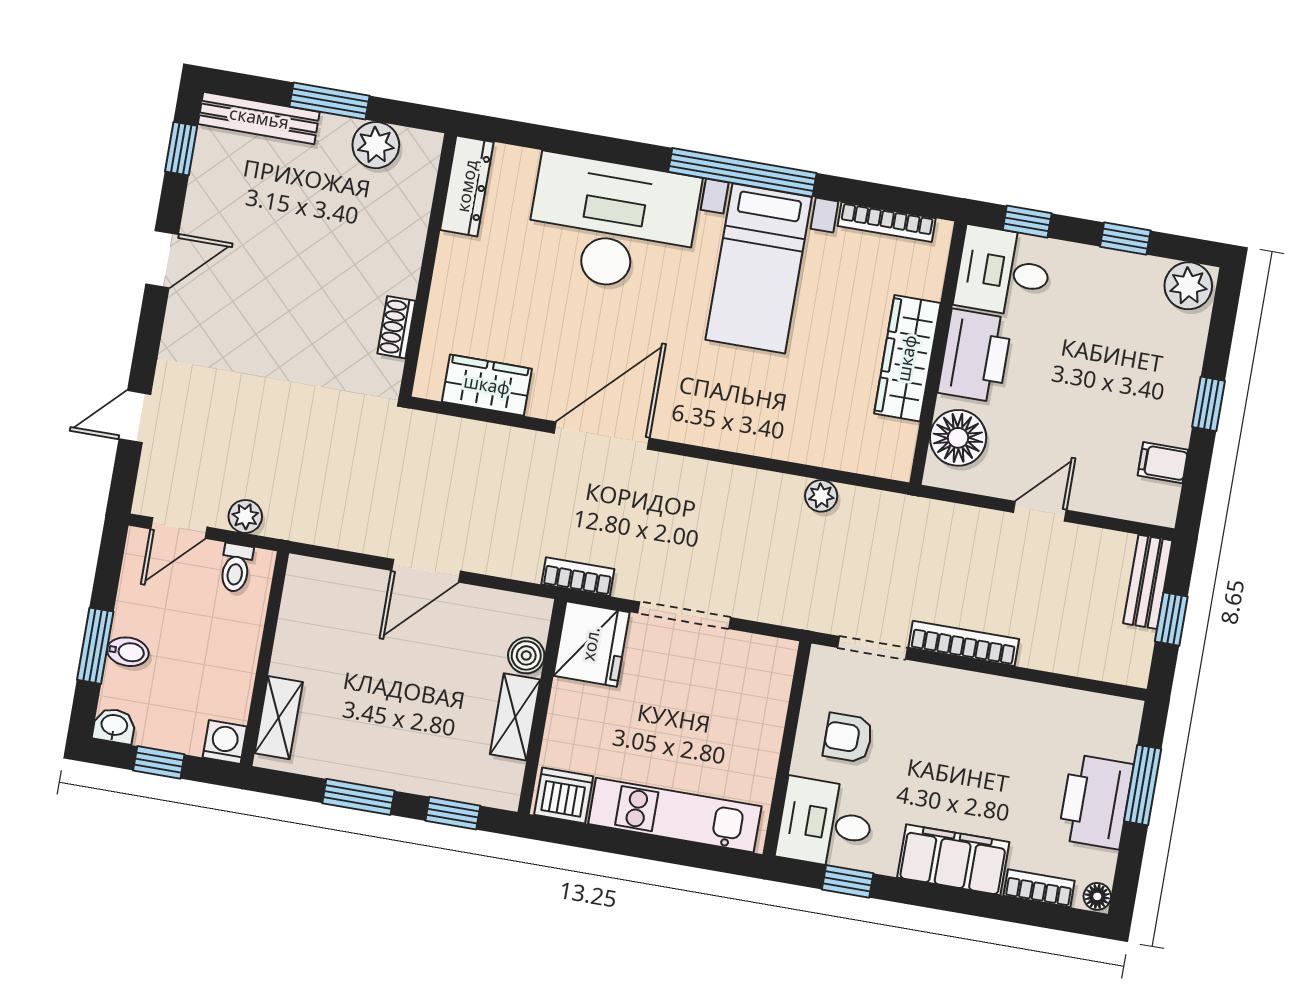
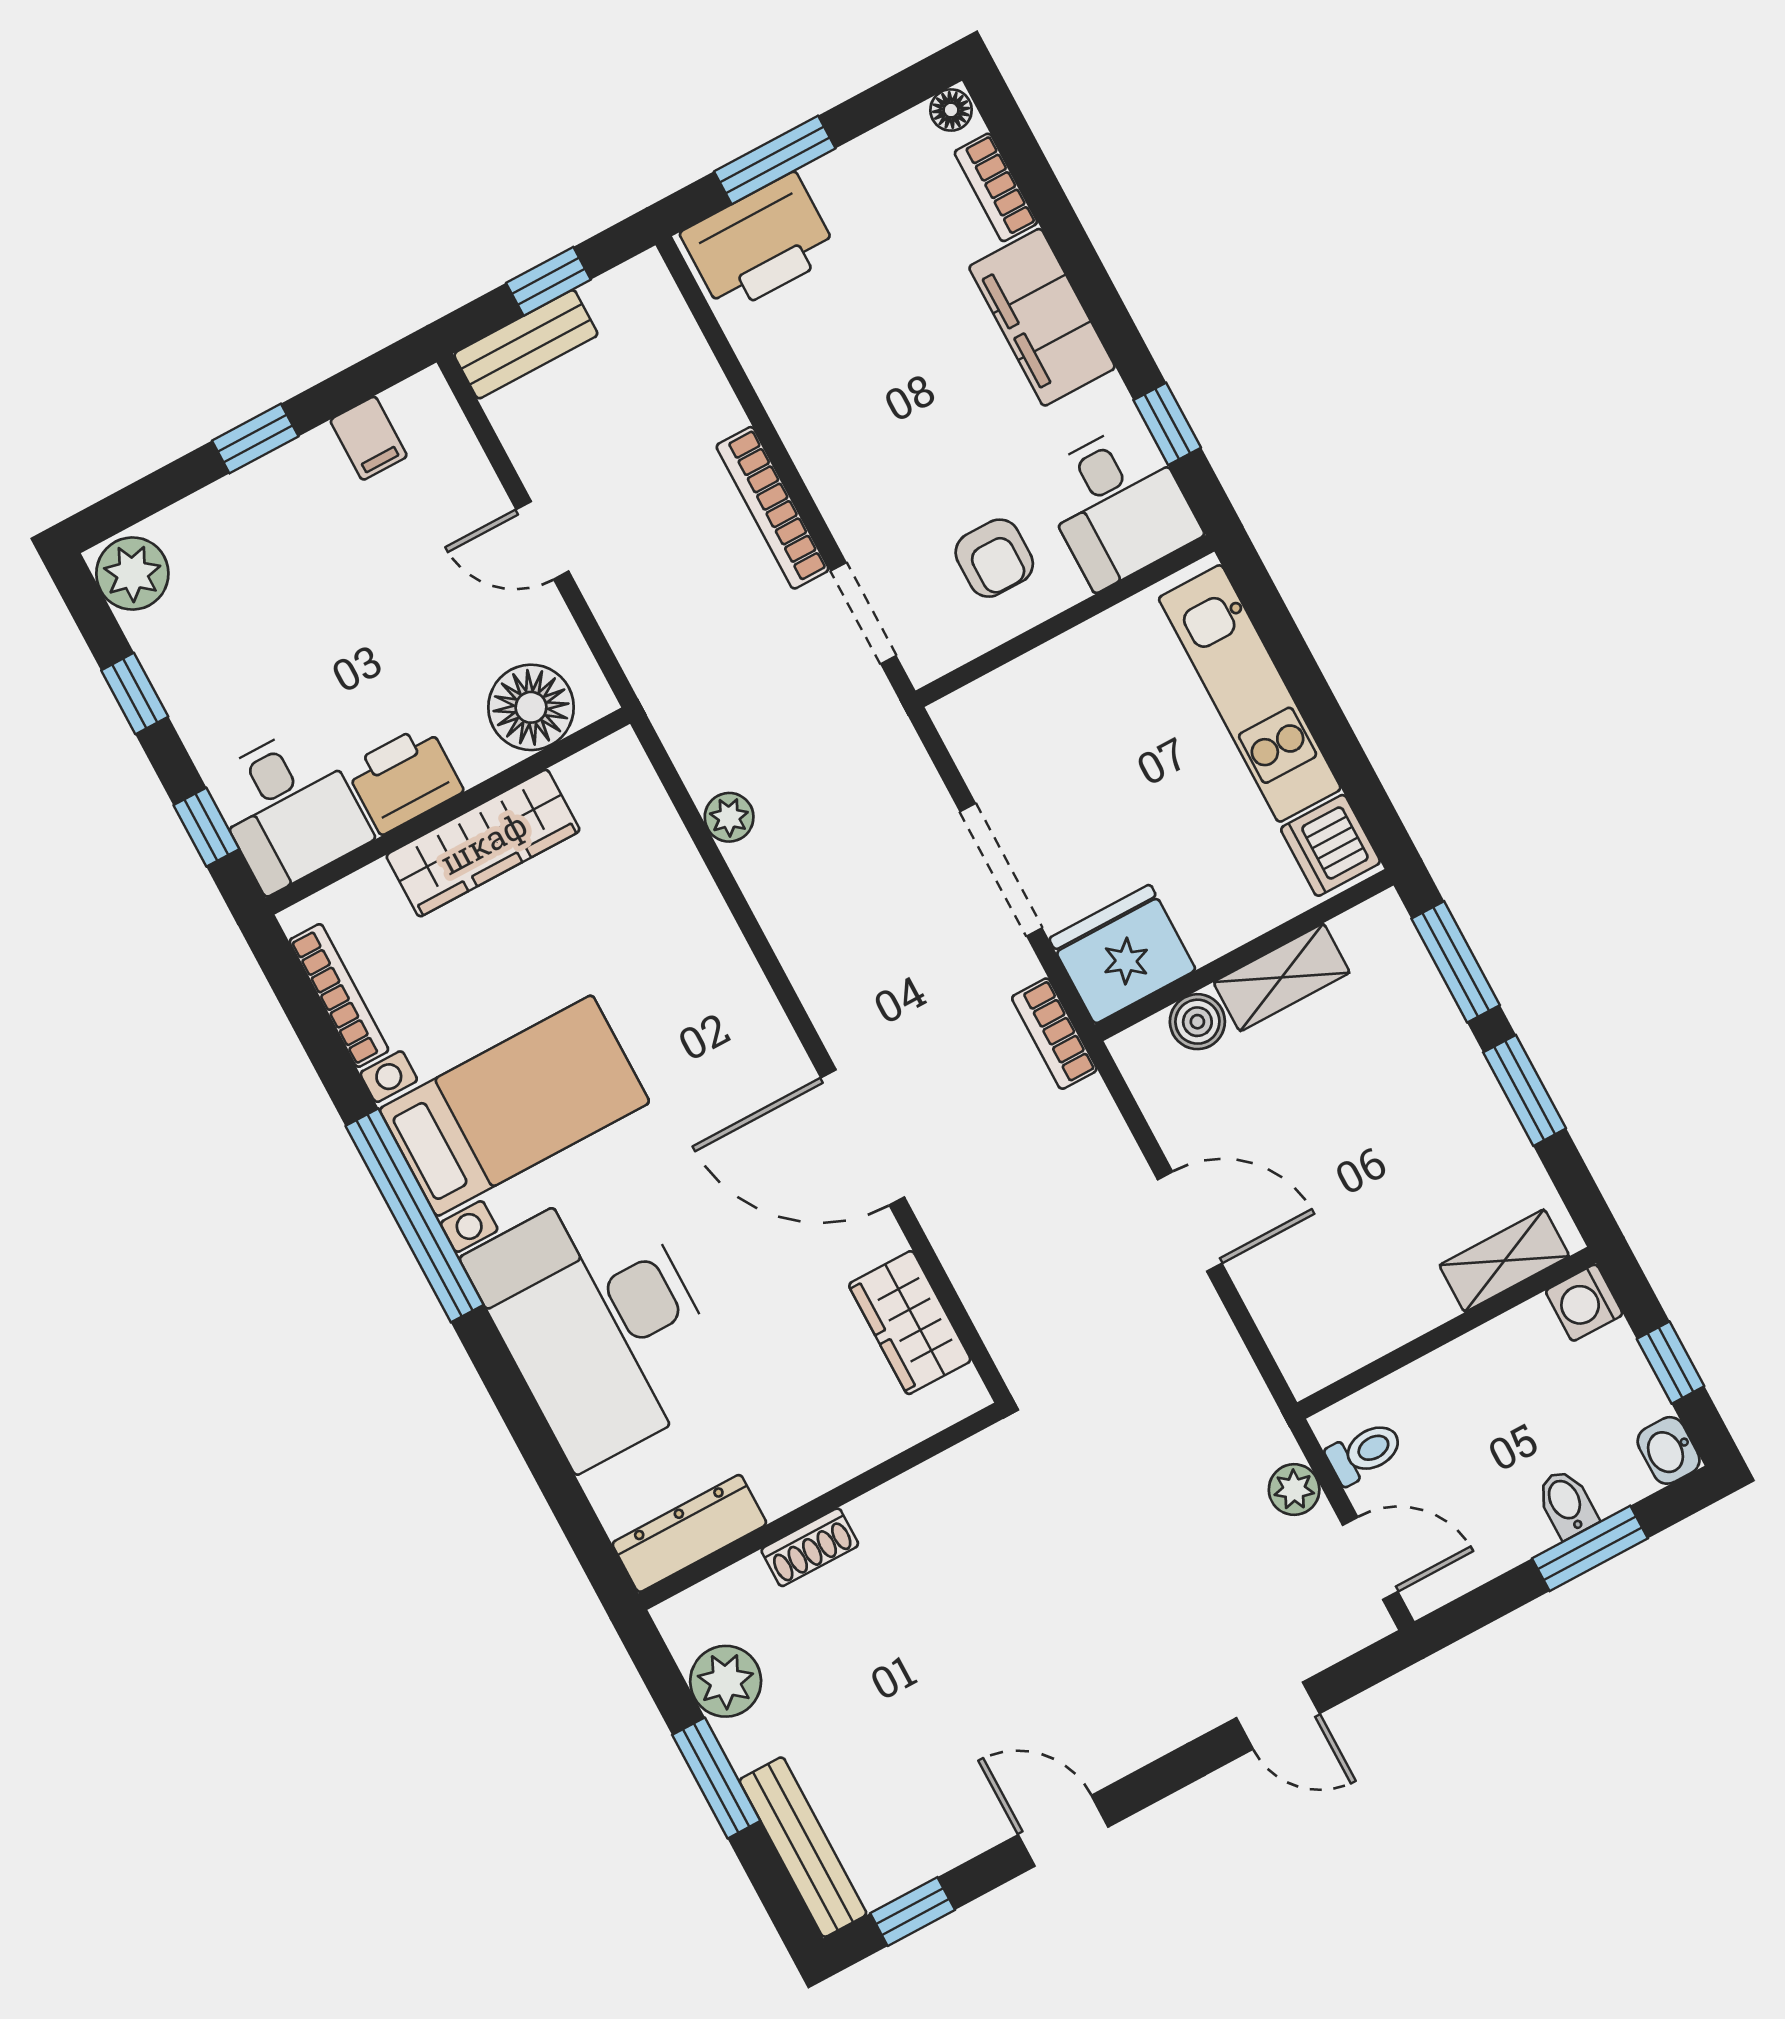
shoe rack: (396, 327) -> (810, 1547), moved
printer: (975, 356) -> (404, 779), width x0.73, depth x0.84
printer: (1096, 802) -> (759, 243), moved
window: (453, 813) -> (1456, 962), width x1.50

